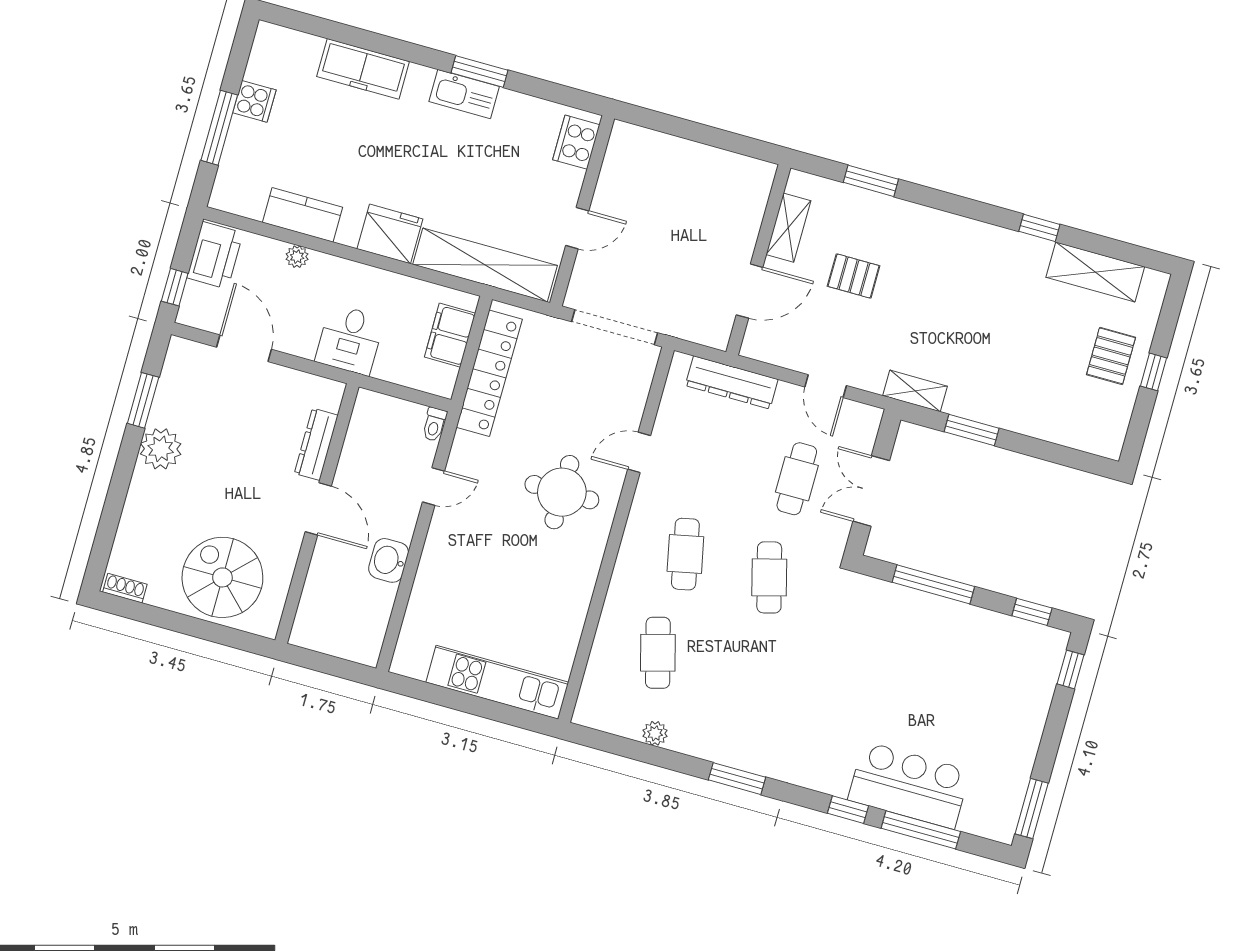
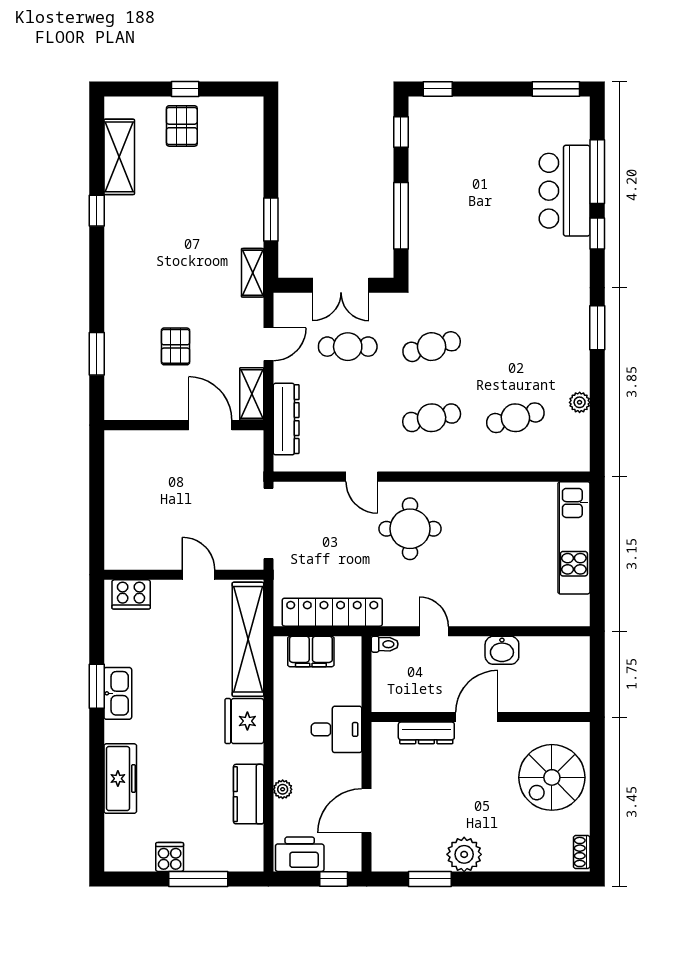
shelving: (788, 228) -> (252, 394), moved, turned 90
pallet: (1111, 356) -> (182, 126), turned 90

